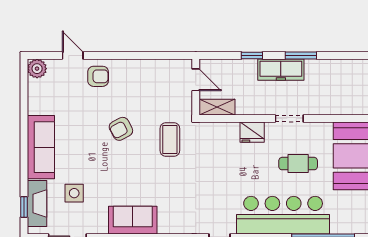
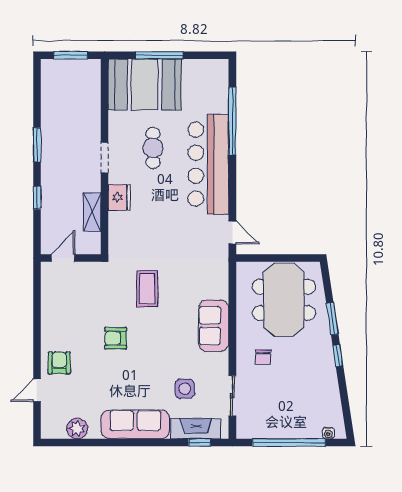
plant: (37, 69) -> (77, 429), moved
freezer: (281, 70) -> (52, 166), removed
shelving: (217, 107) -> (92, 212), moved
armchair: (121, 129) -> (116, 338), turned 118
coffee table: (170, 139) -> (147, 289), moved, turned 90

